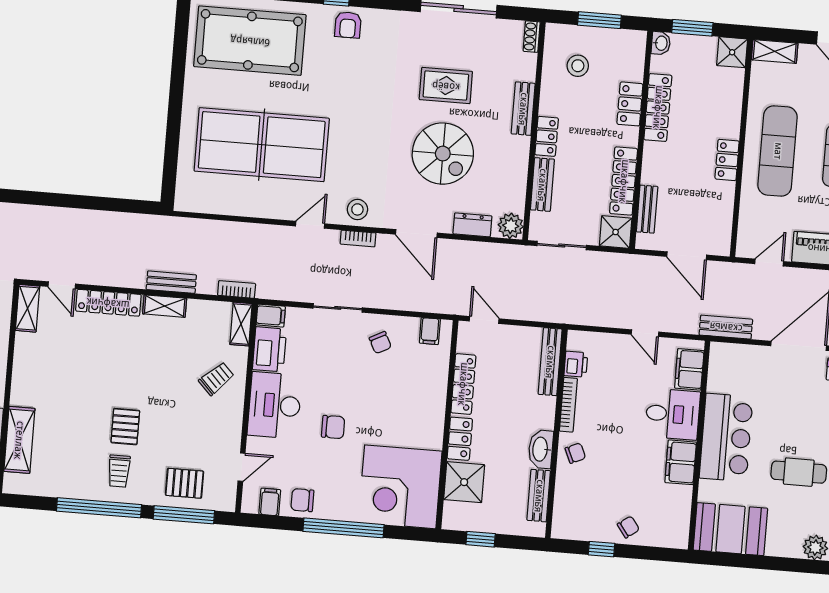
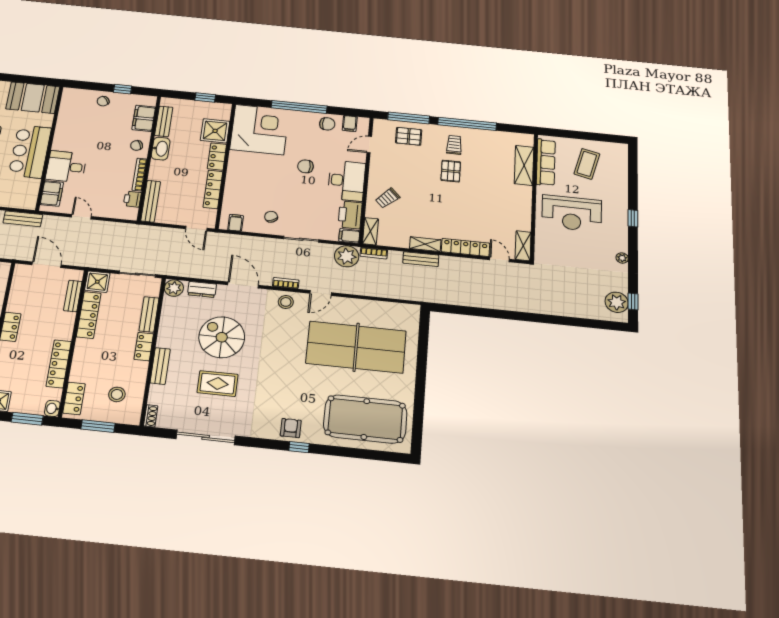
locker: (630, 104) -> (74, 398), moved
plant: (274, 283) -> (347, 256), added
filing cabinet: (681, 462) -> (144, 118), moved, turned 180

